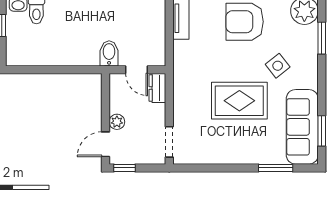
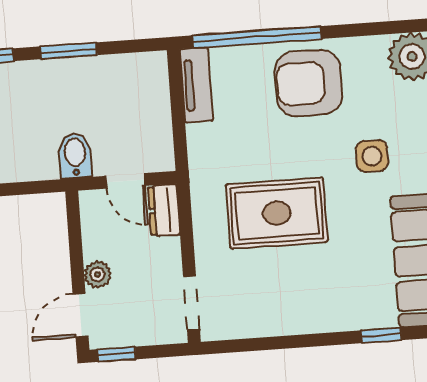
side table: (278, 66) -> (372, 156), turned 38
rug: (239, 101) -> (277, 213), moved
window: (276, 168) -> (381, 335), width x0.67

